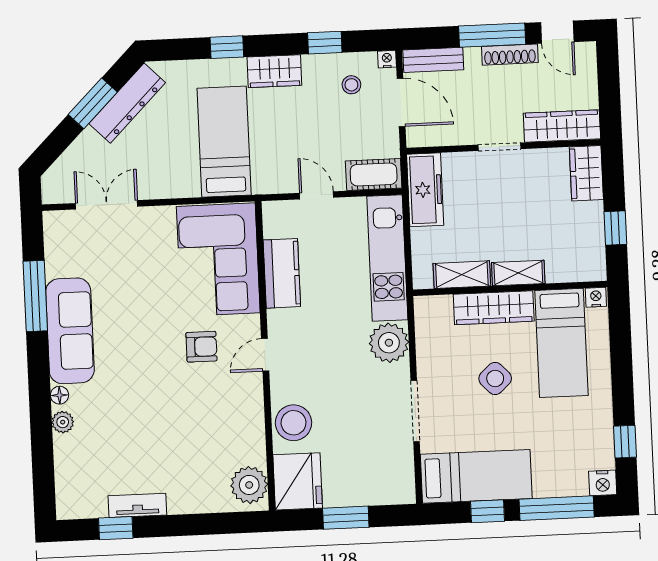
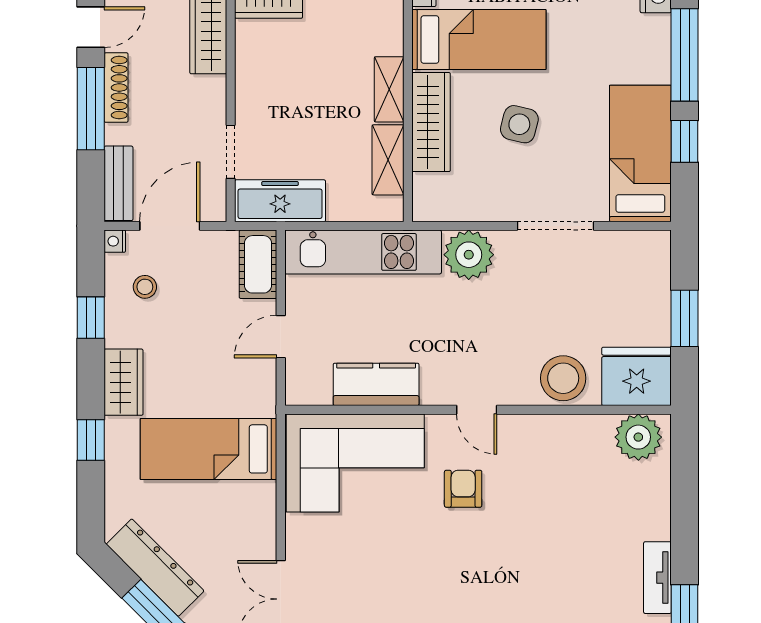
doorway: (499, 147) -> (231, 152), moved
side table: (495, 378) -> (519, 124), turned -33

